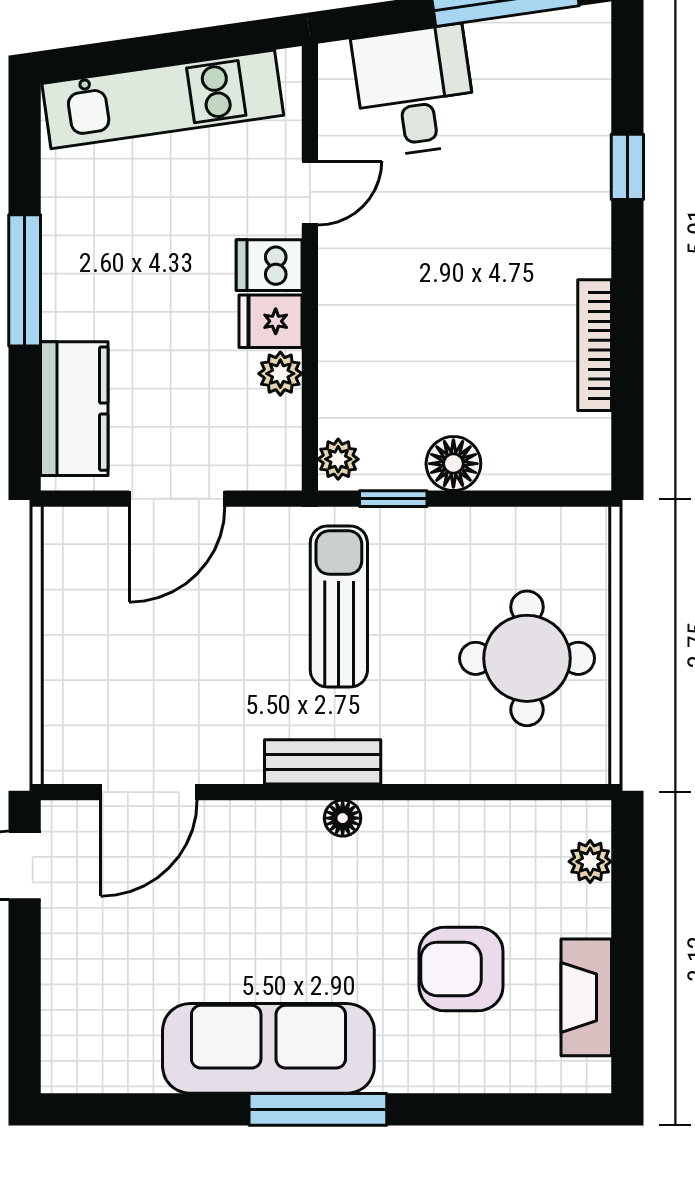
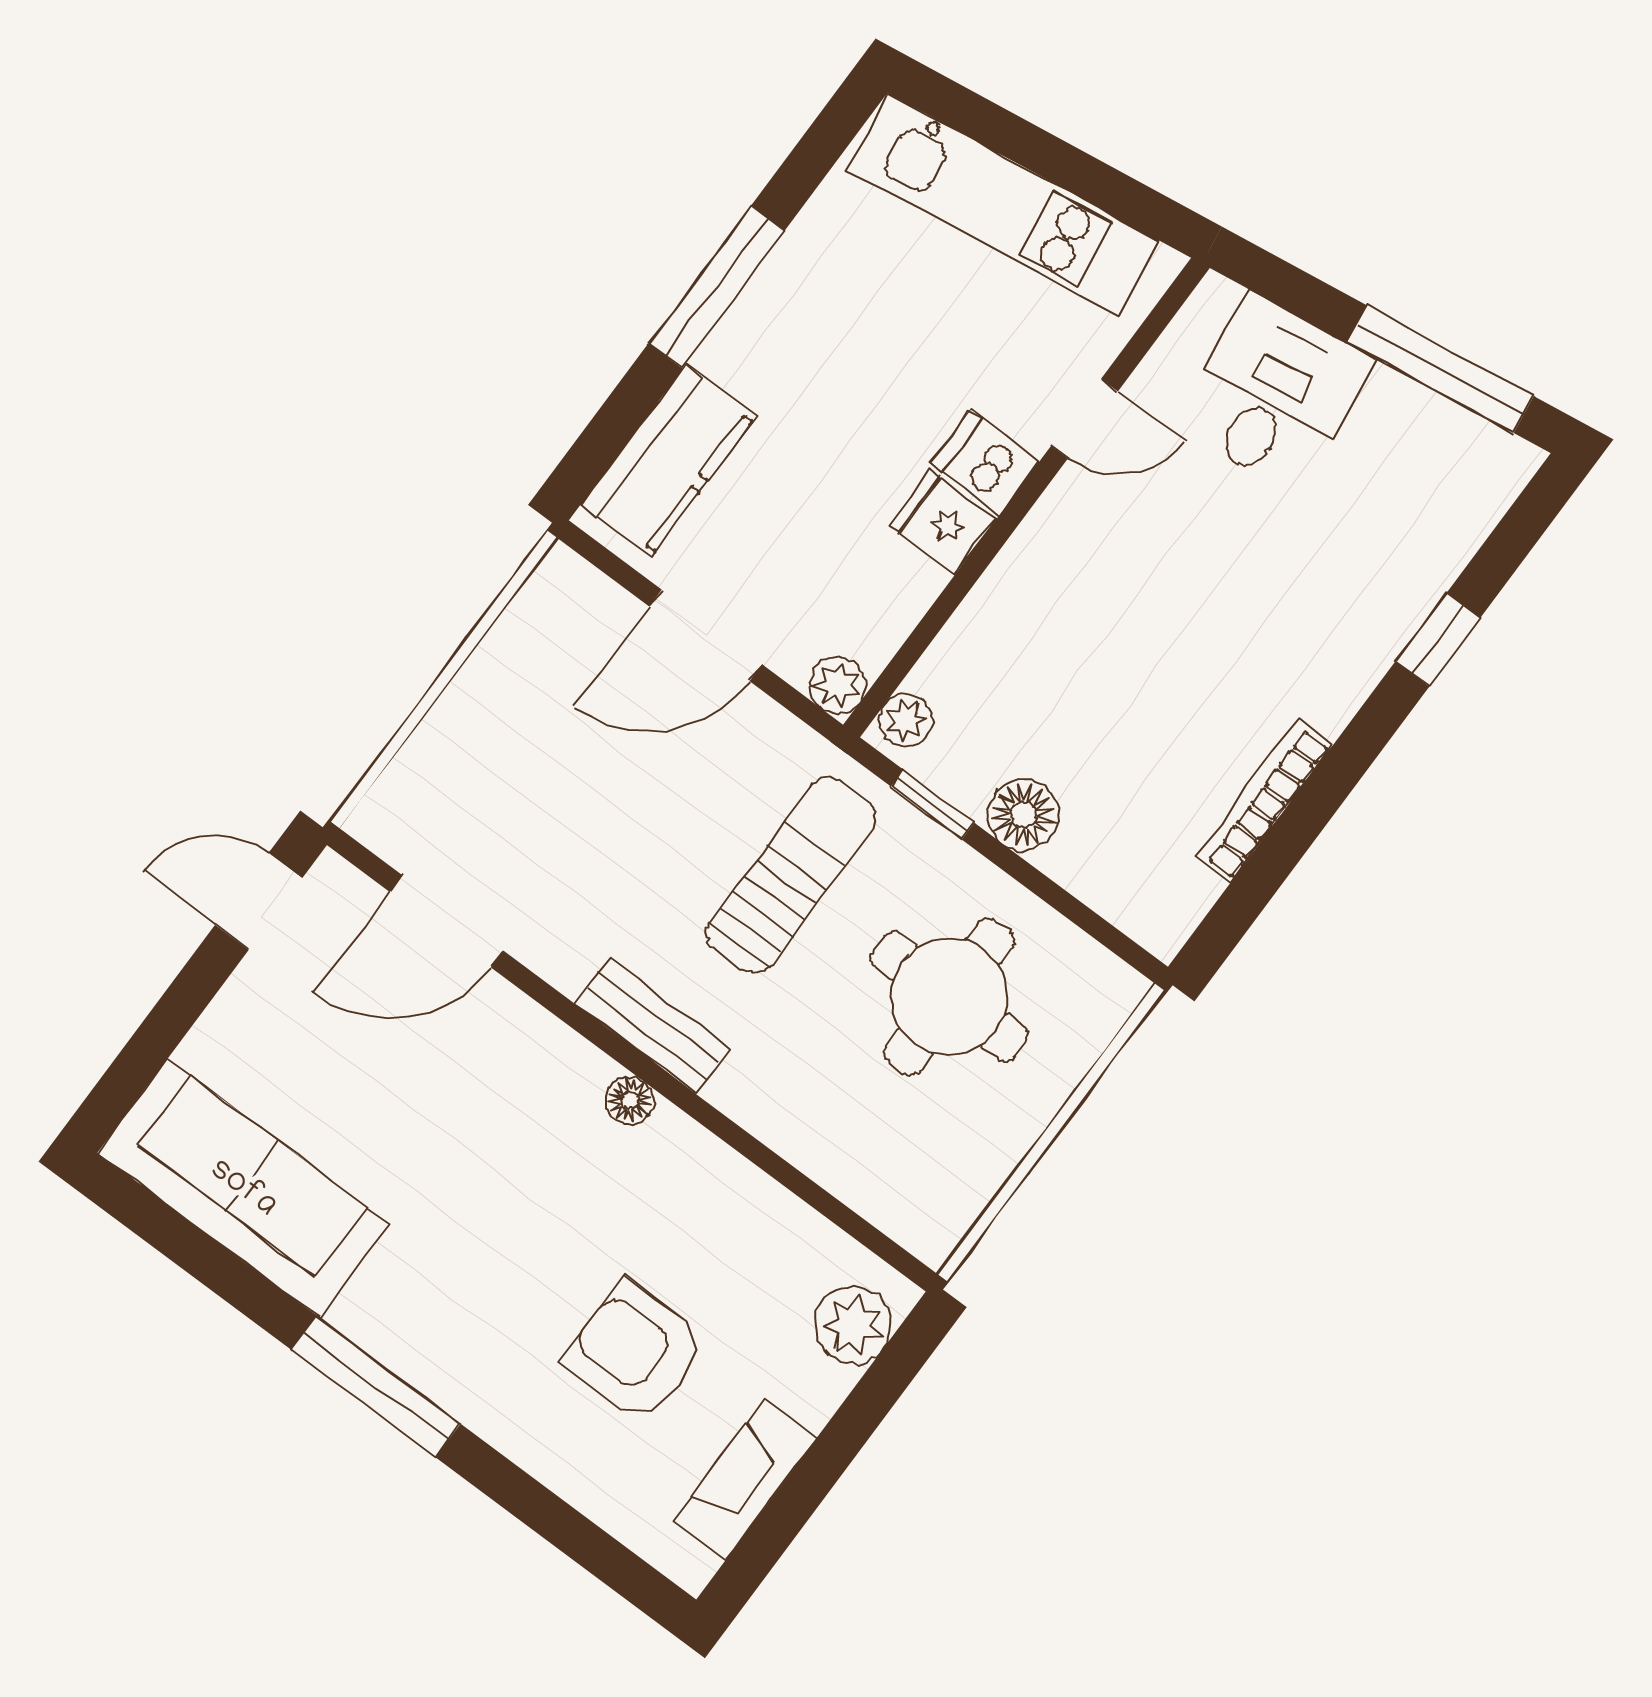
plant: (280, 374) -> (837, 685), moved
round table: (527, 658) -> (949, 997), moved
plant: (590, 862) -> (853, 1325), width x1.38, depth x1.38
sofa: (268, 1048) -> (243, 1189), moved

